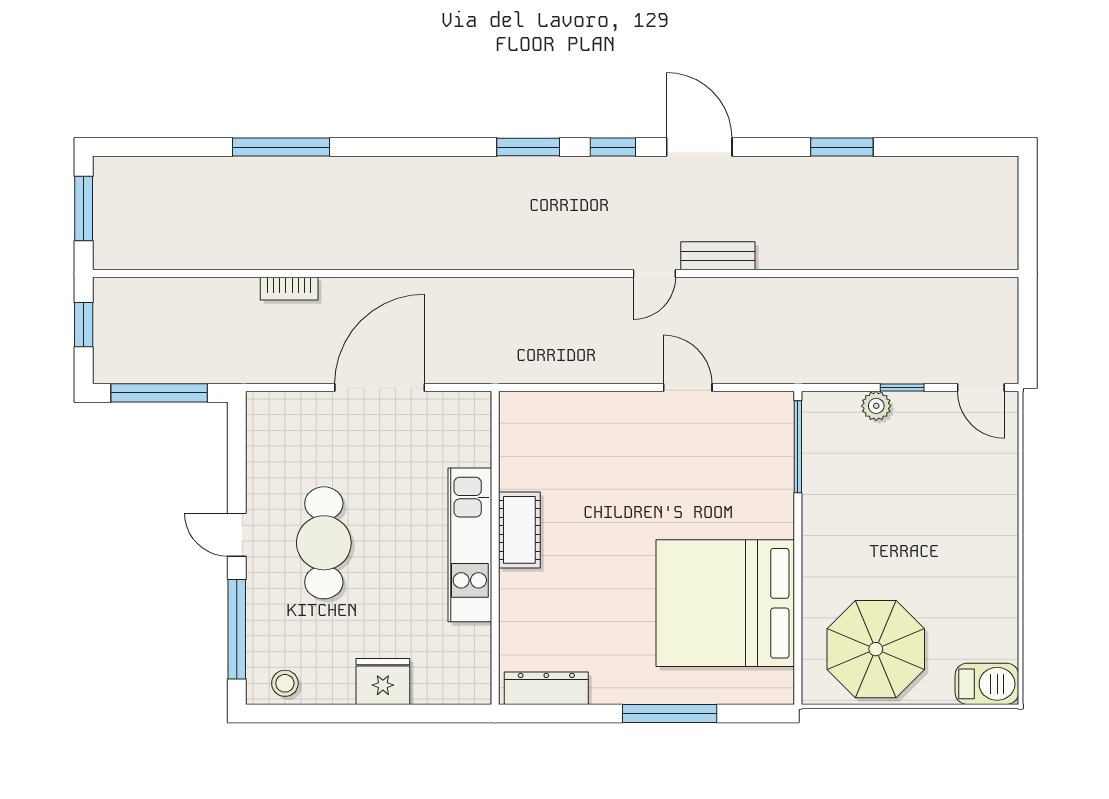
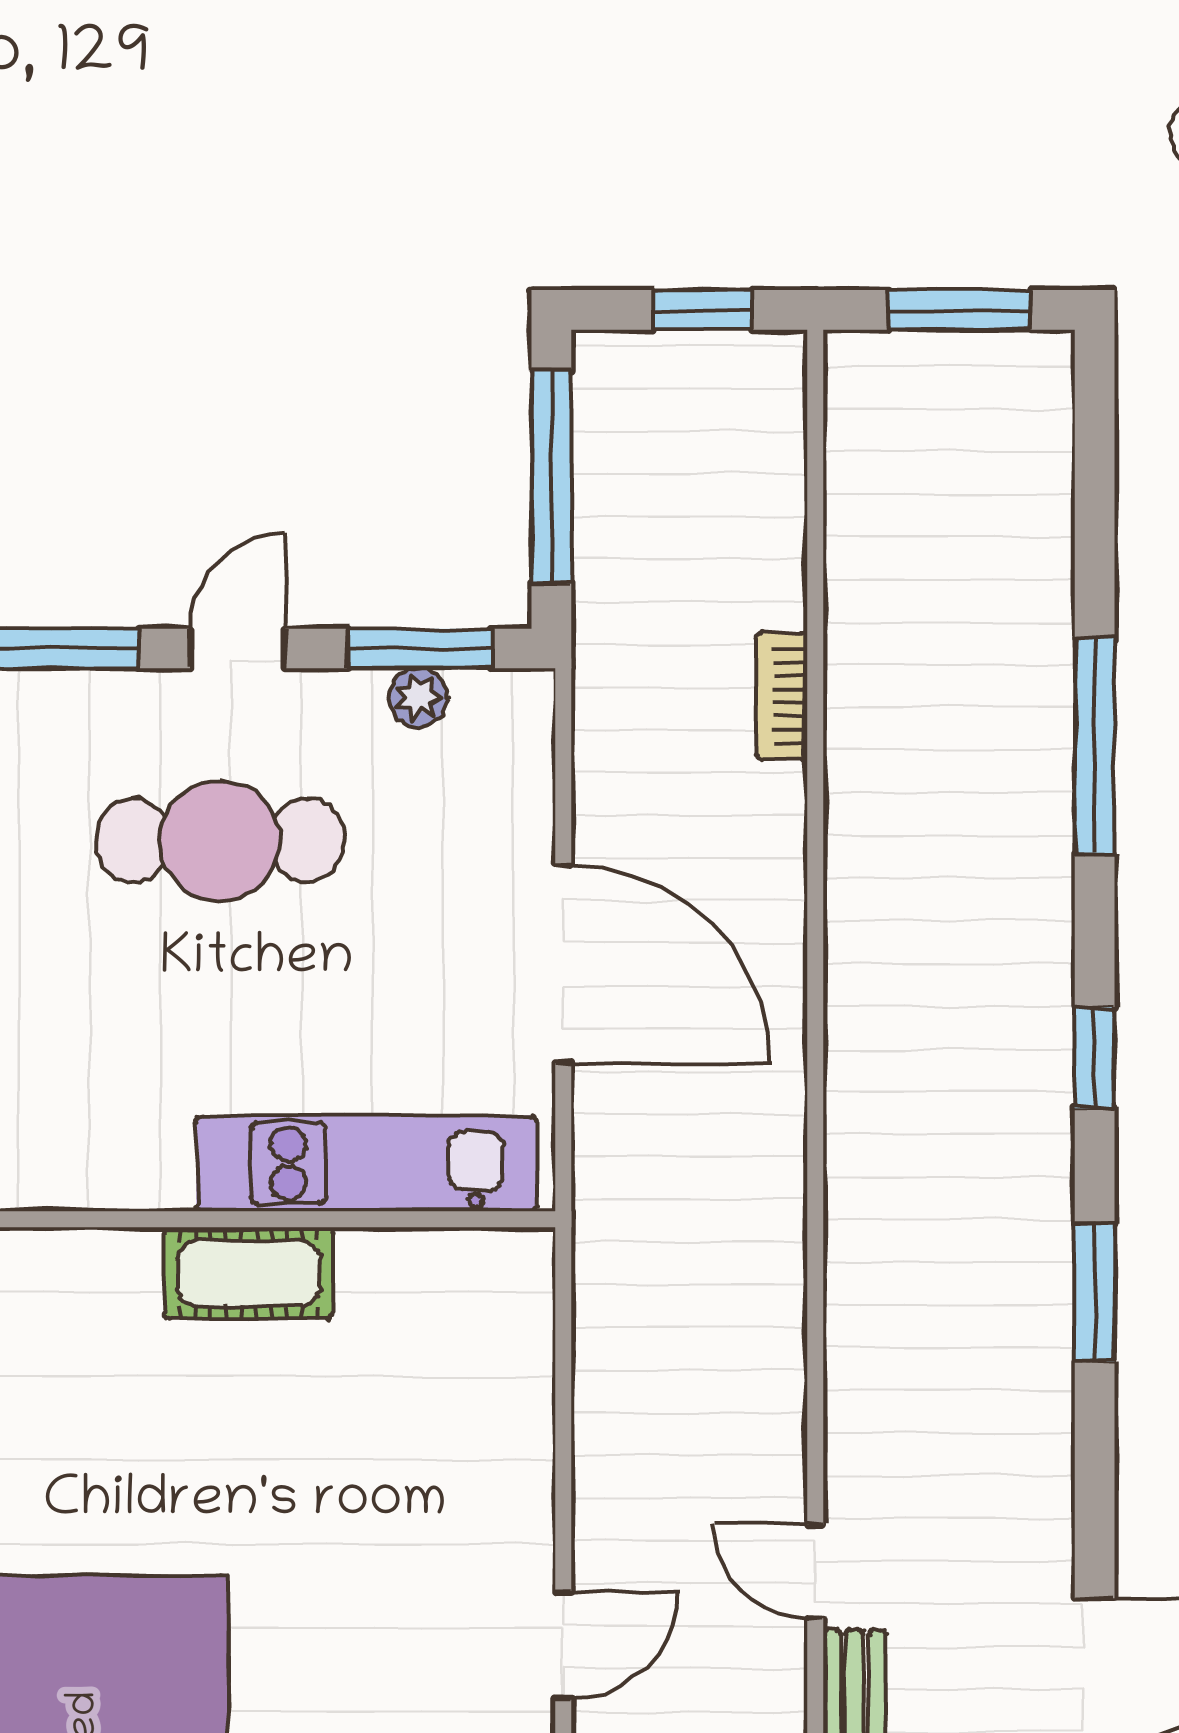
window: (613, 147) -> (1095, 1058), moved
bookcase: (289, 289) -> (782, 696), moved
window: (237, 452) -> (420, 648), added
plant: (259, 453) -> (418, 698), added
kitchen unit: (470, 545) -> (367, 1163), moved

